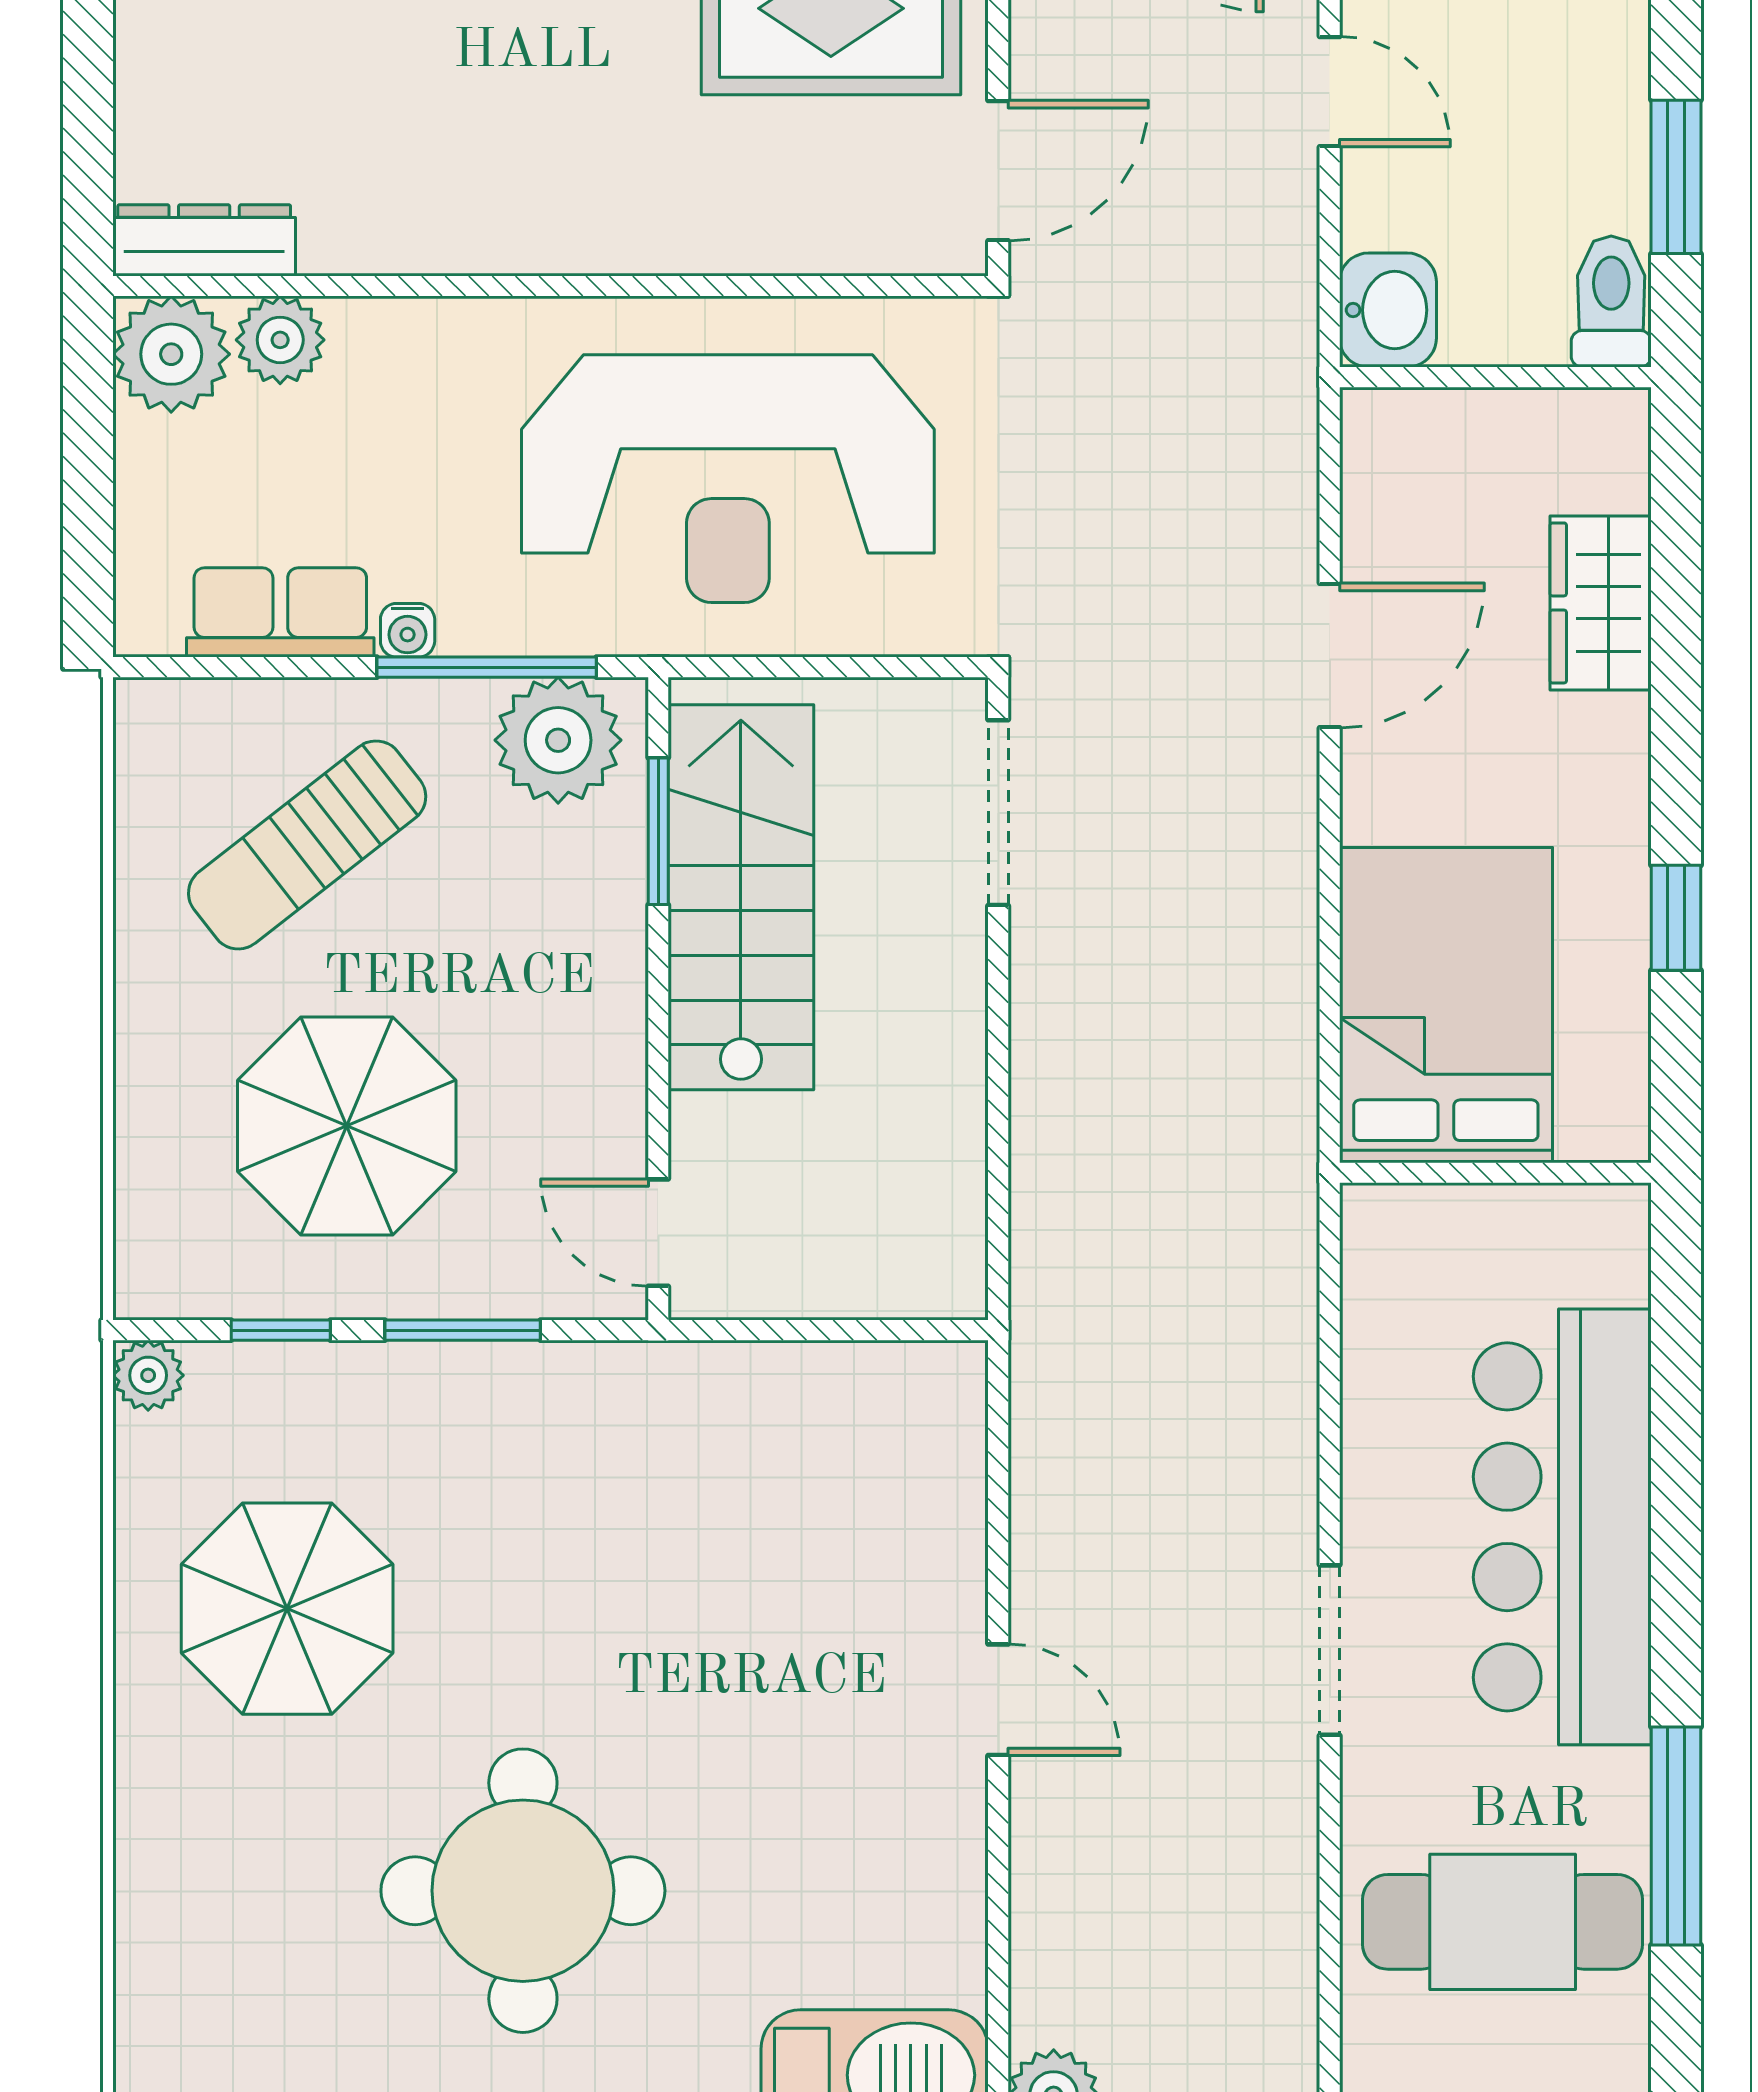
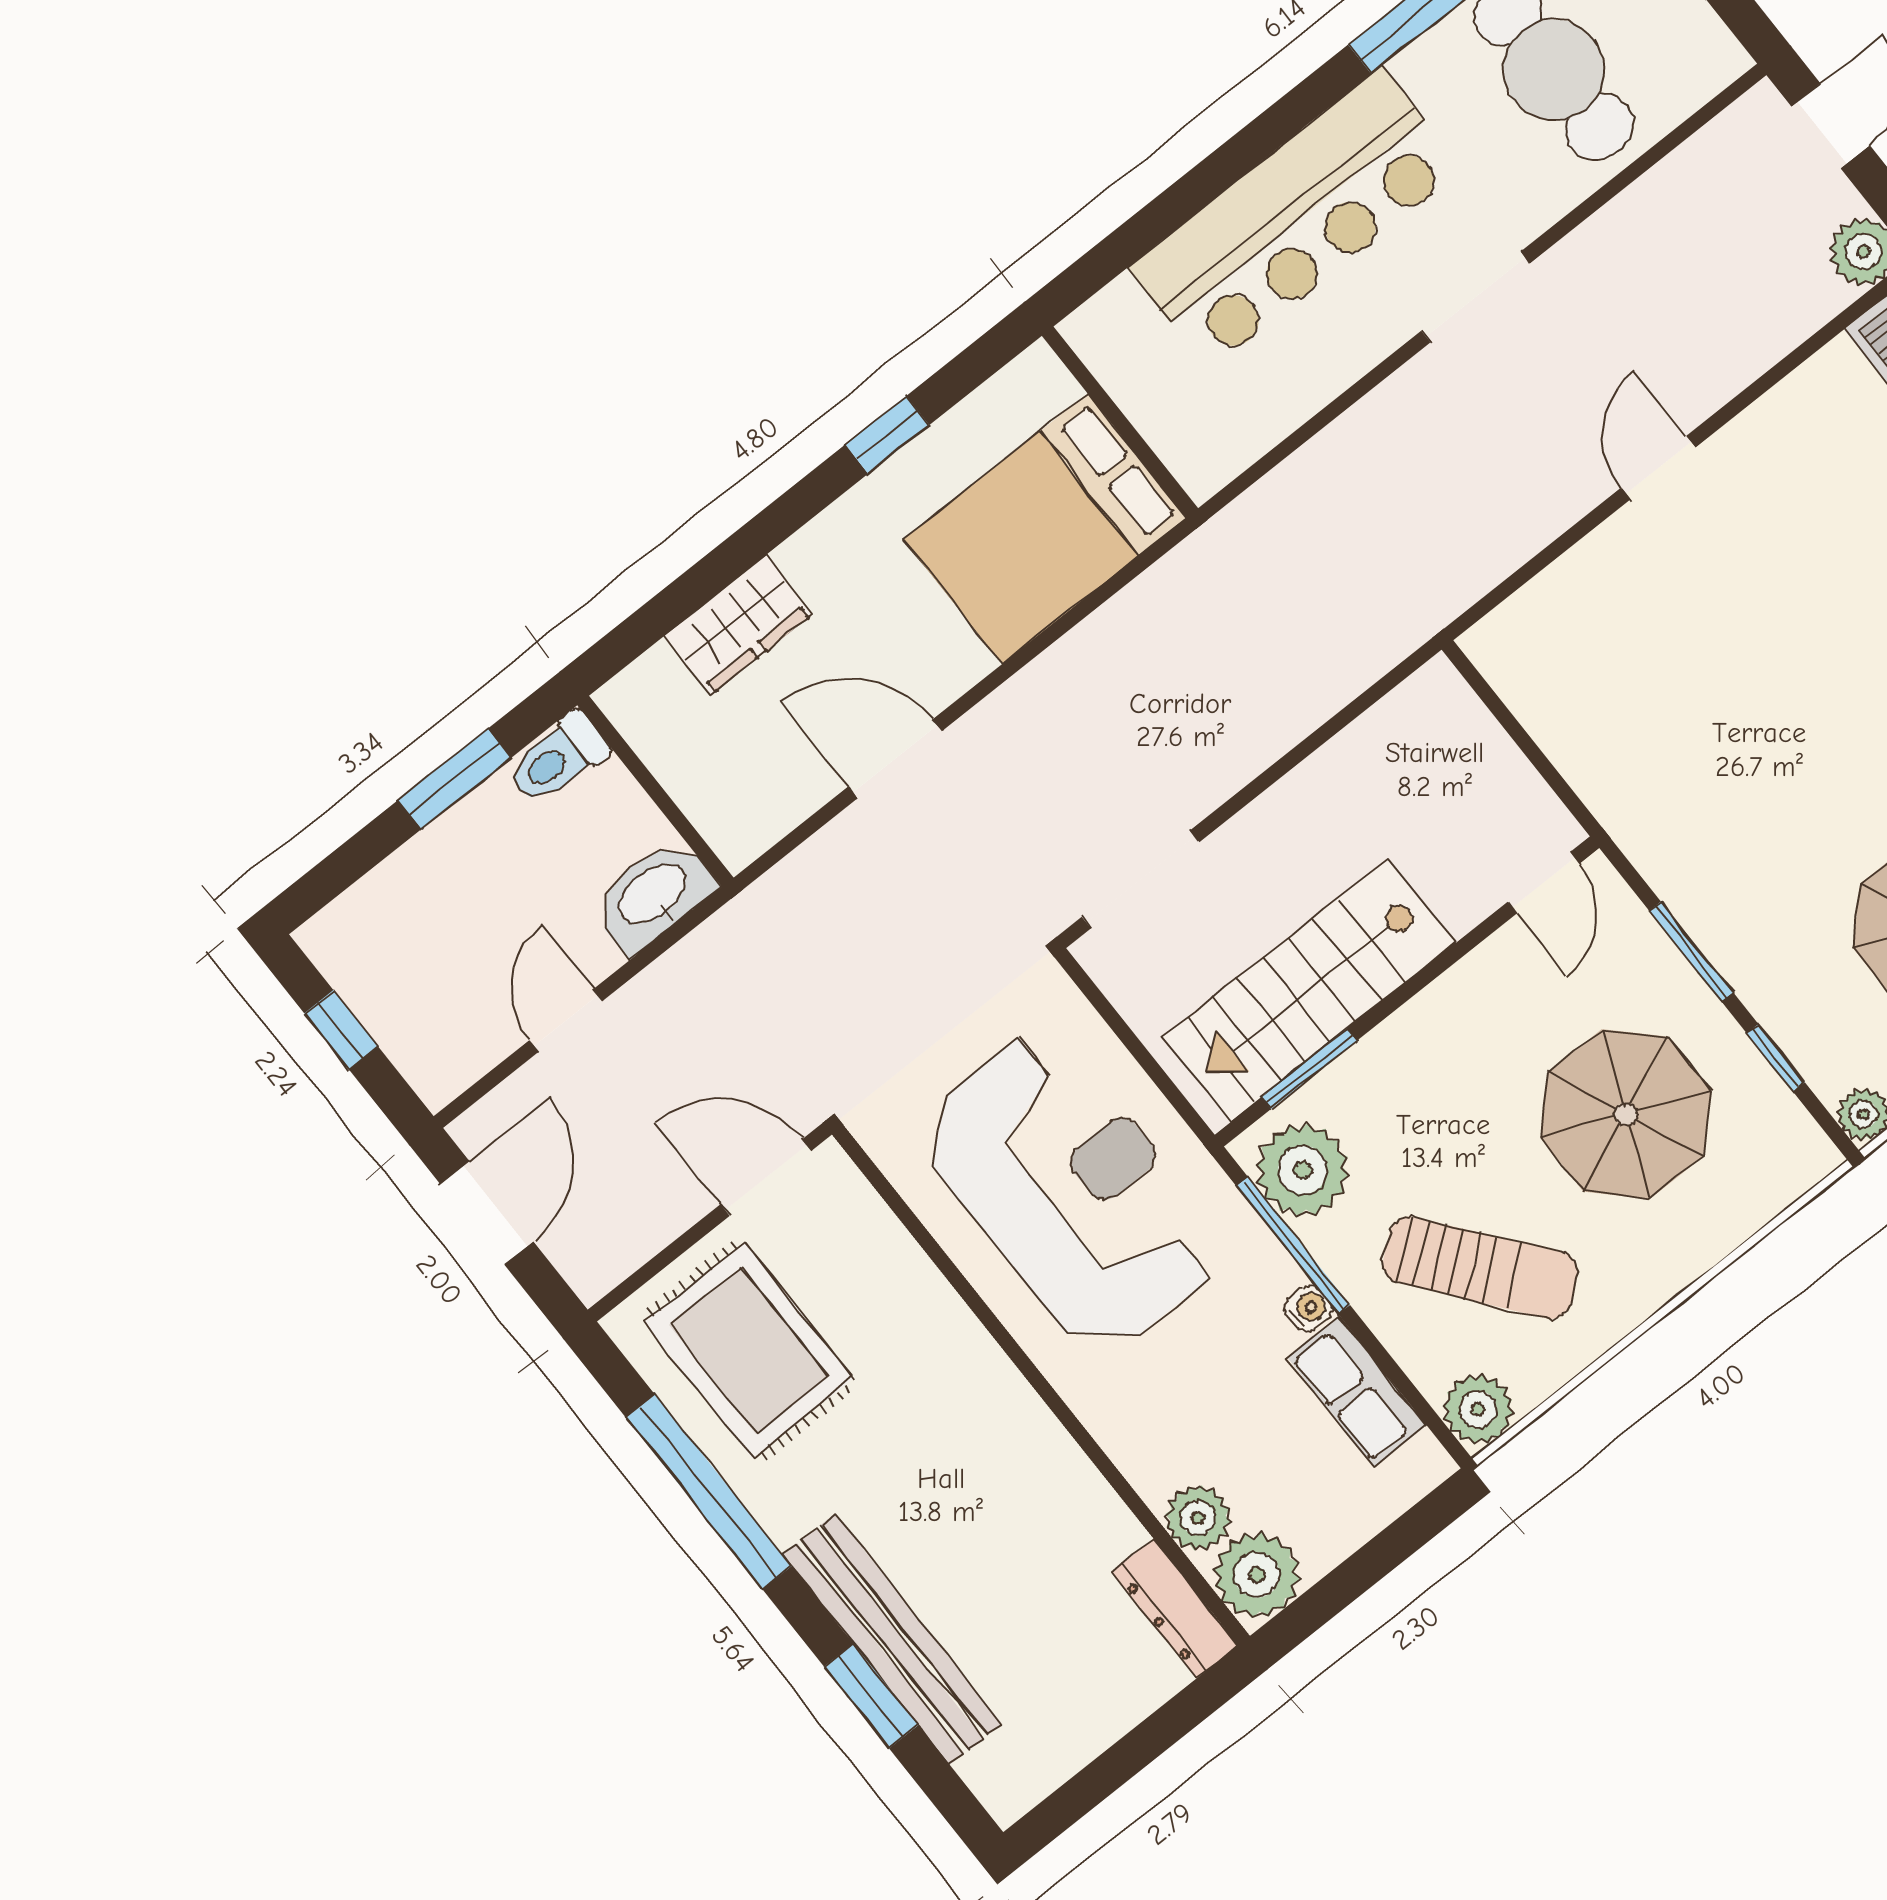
washbasin: (1388, 310) -> (653, 895), width x1.38
plant: (160, 725) -> (1478, 1409), added

